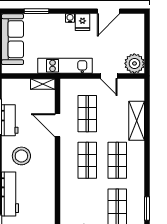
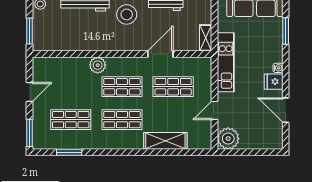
plant: (68, 182) -> (98, 65), added

